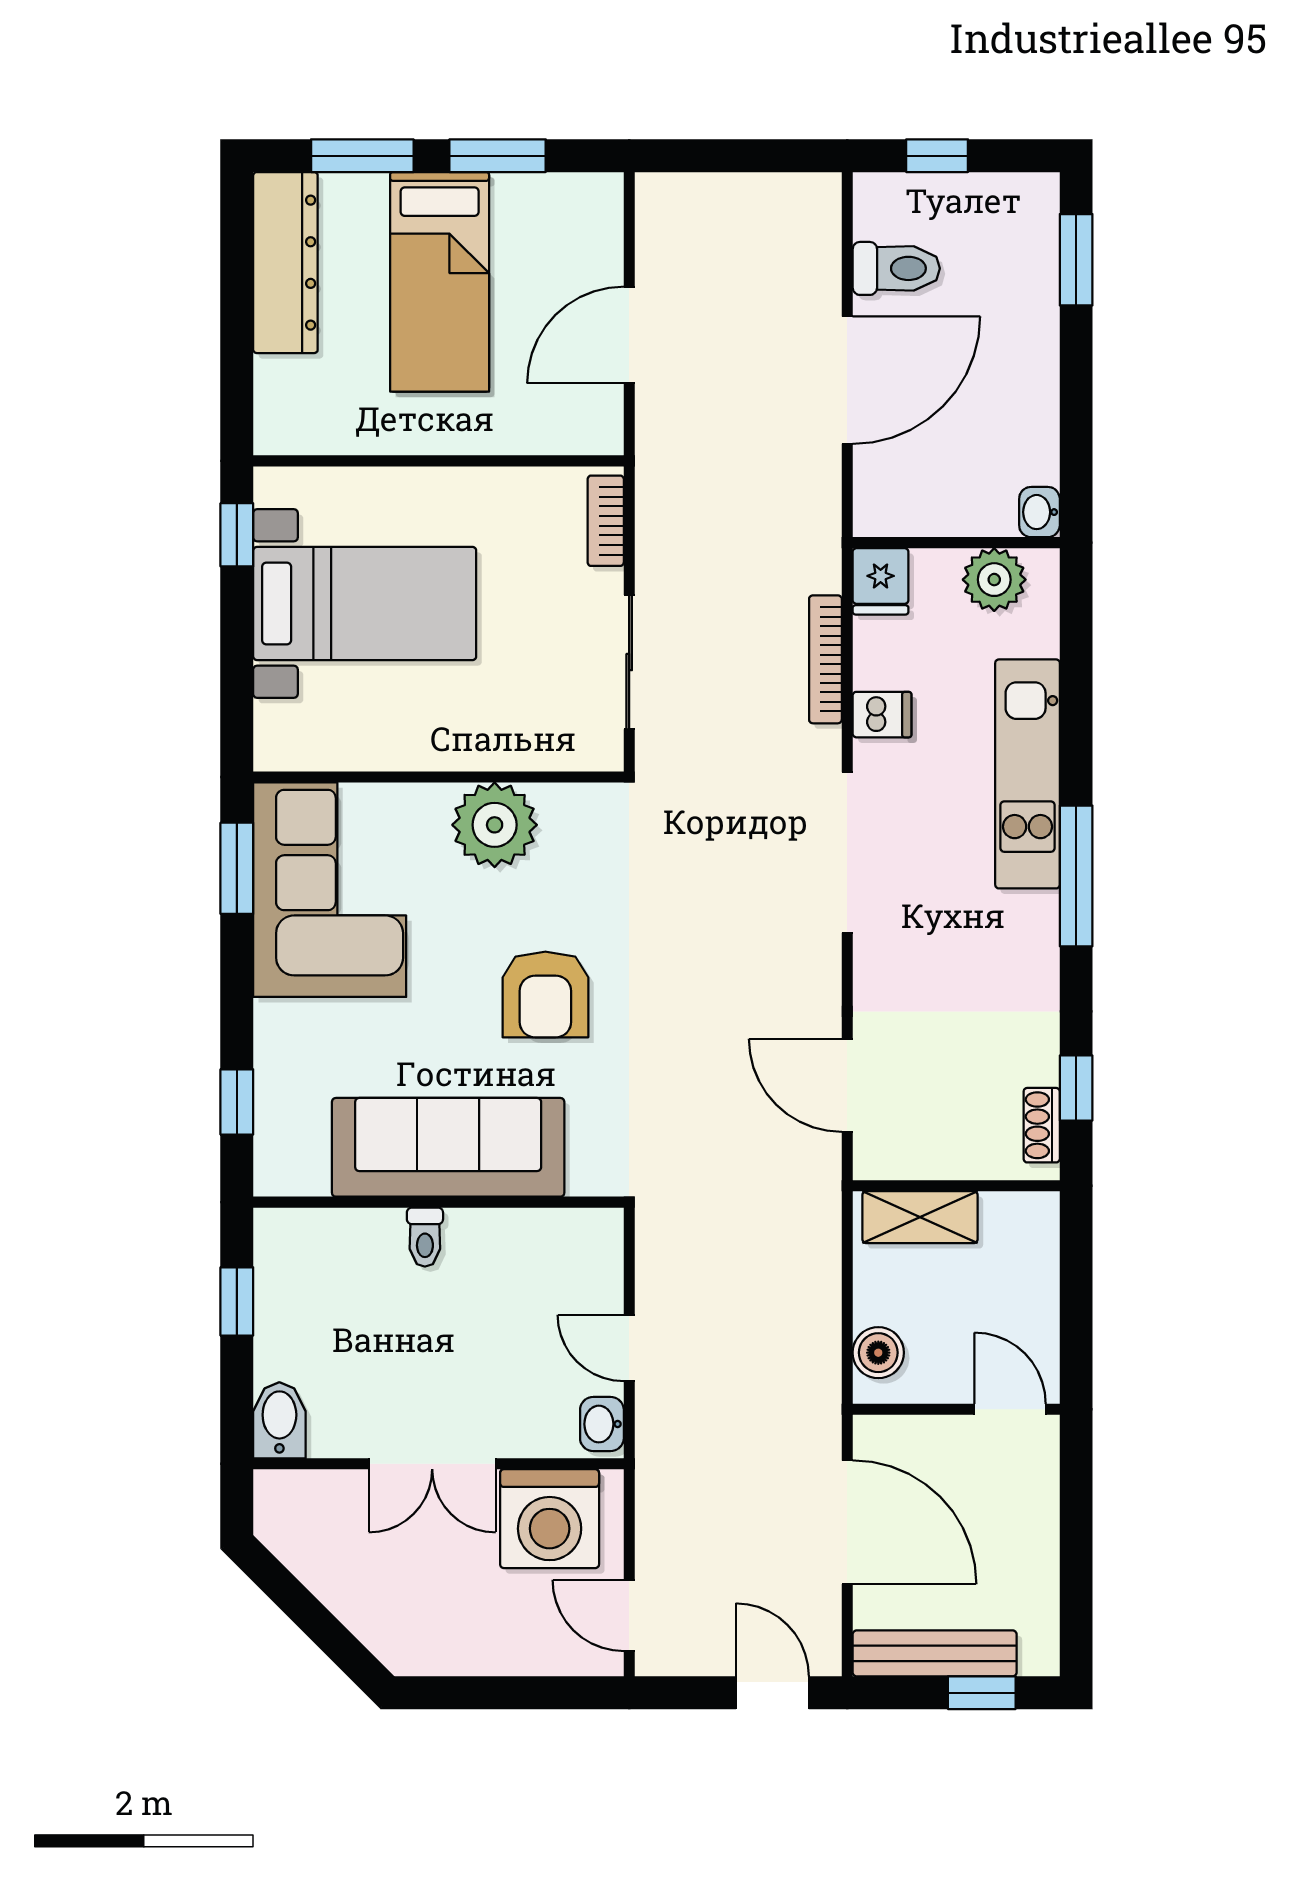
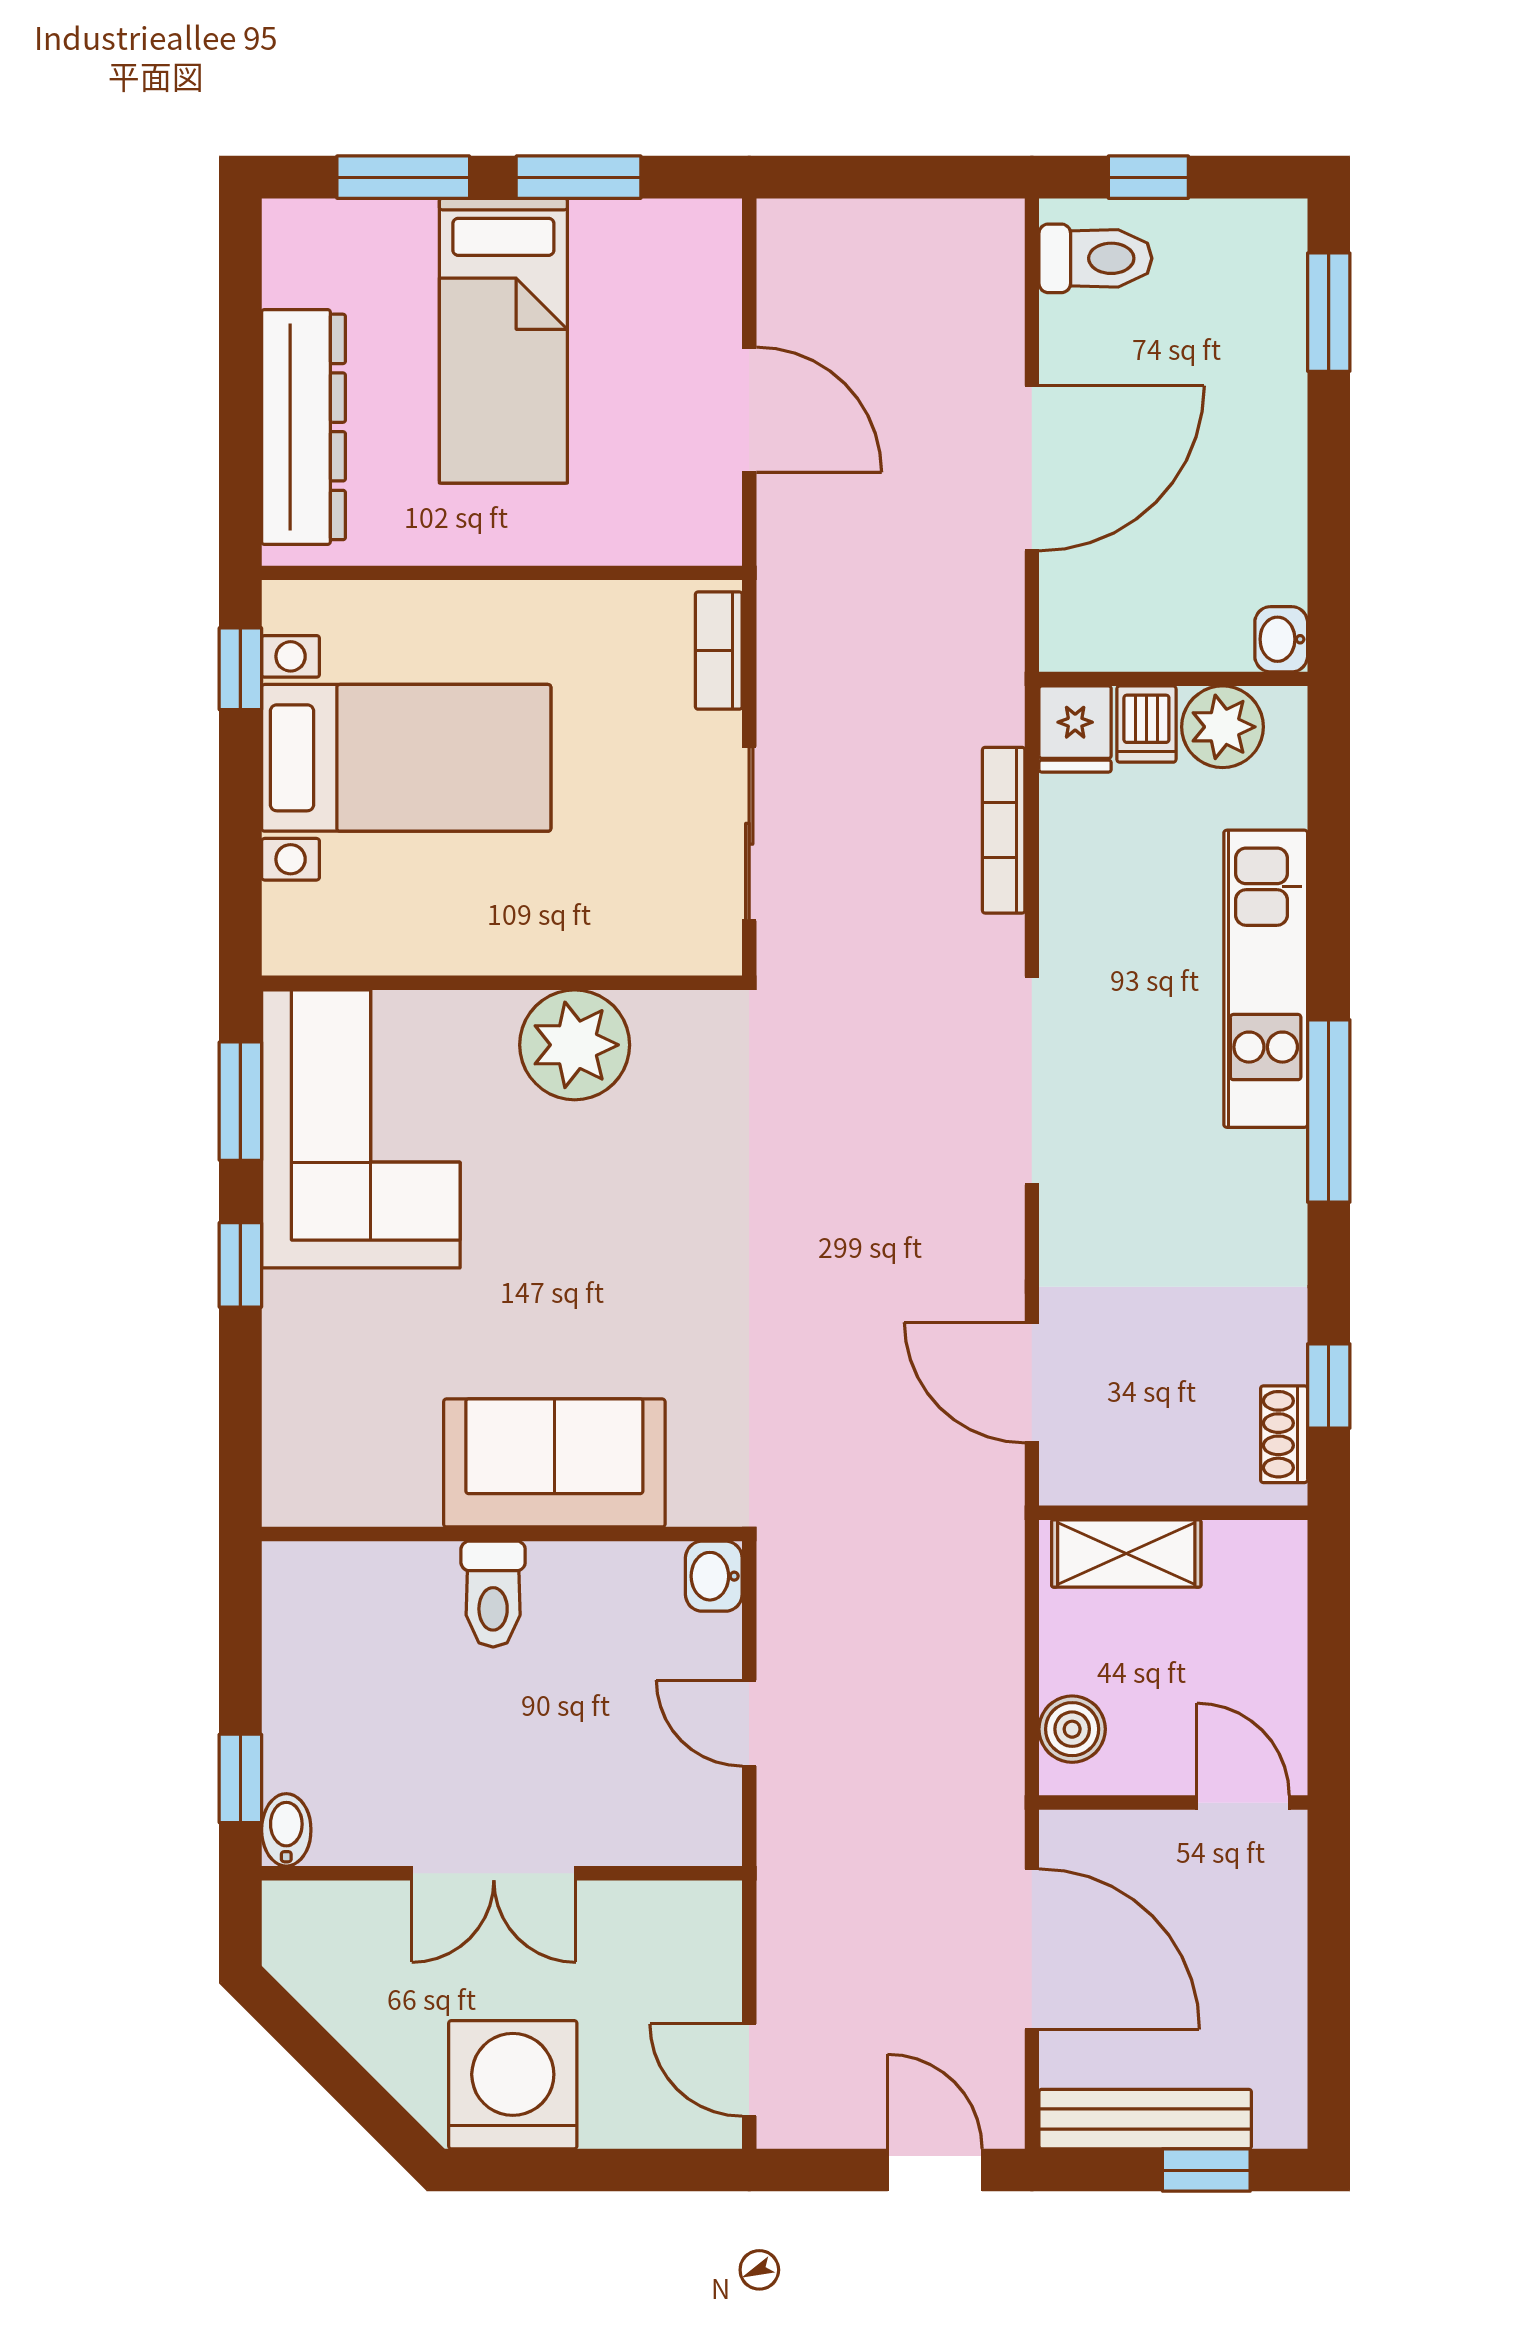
dresser: (285, 263) -> (304, 427), moved
toilet: (896, 268) -> (1095, 258), moved
door: (629, 335) -> (749, 410), swing flipped
dishwasher: (882, 715) -> (1146, 724), moved, turned 90
armchair: (545, 994) -> (641, 1265), removed
window: (237, 1102) -> (240, 1265), moved
sofa: (448, 1147) -> (554, 1463), width x0.73
toilet: (425, 1237) -> (493, 1594), width x1.37, depth x1.39
window: (237, 1301) -> (240, 1778), moved
bidet: (279, 1420) -> (286, 1830), width x0.72, depth x0.74
washbasin: (602, 1424) -> (714, 1576), moved
washing machine: (550, 1519) -> (513, 2085), moved, turned 180

